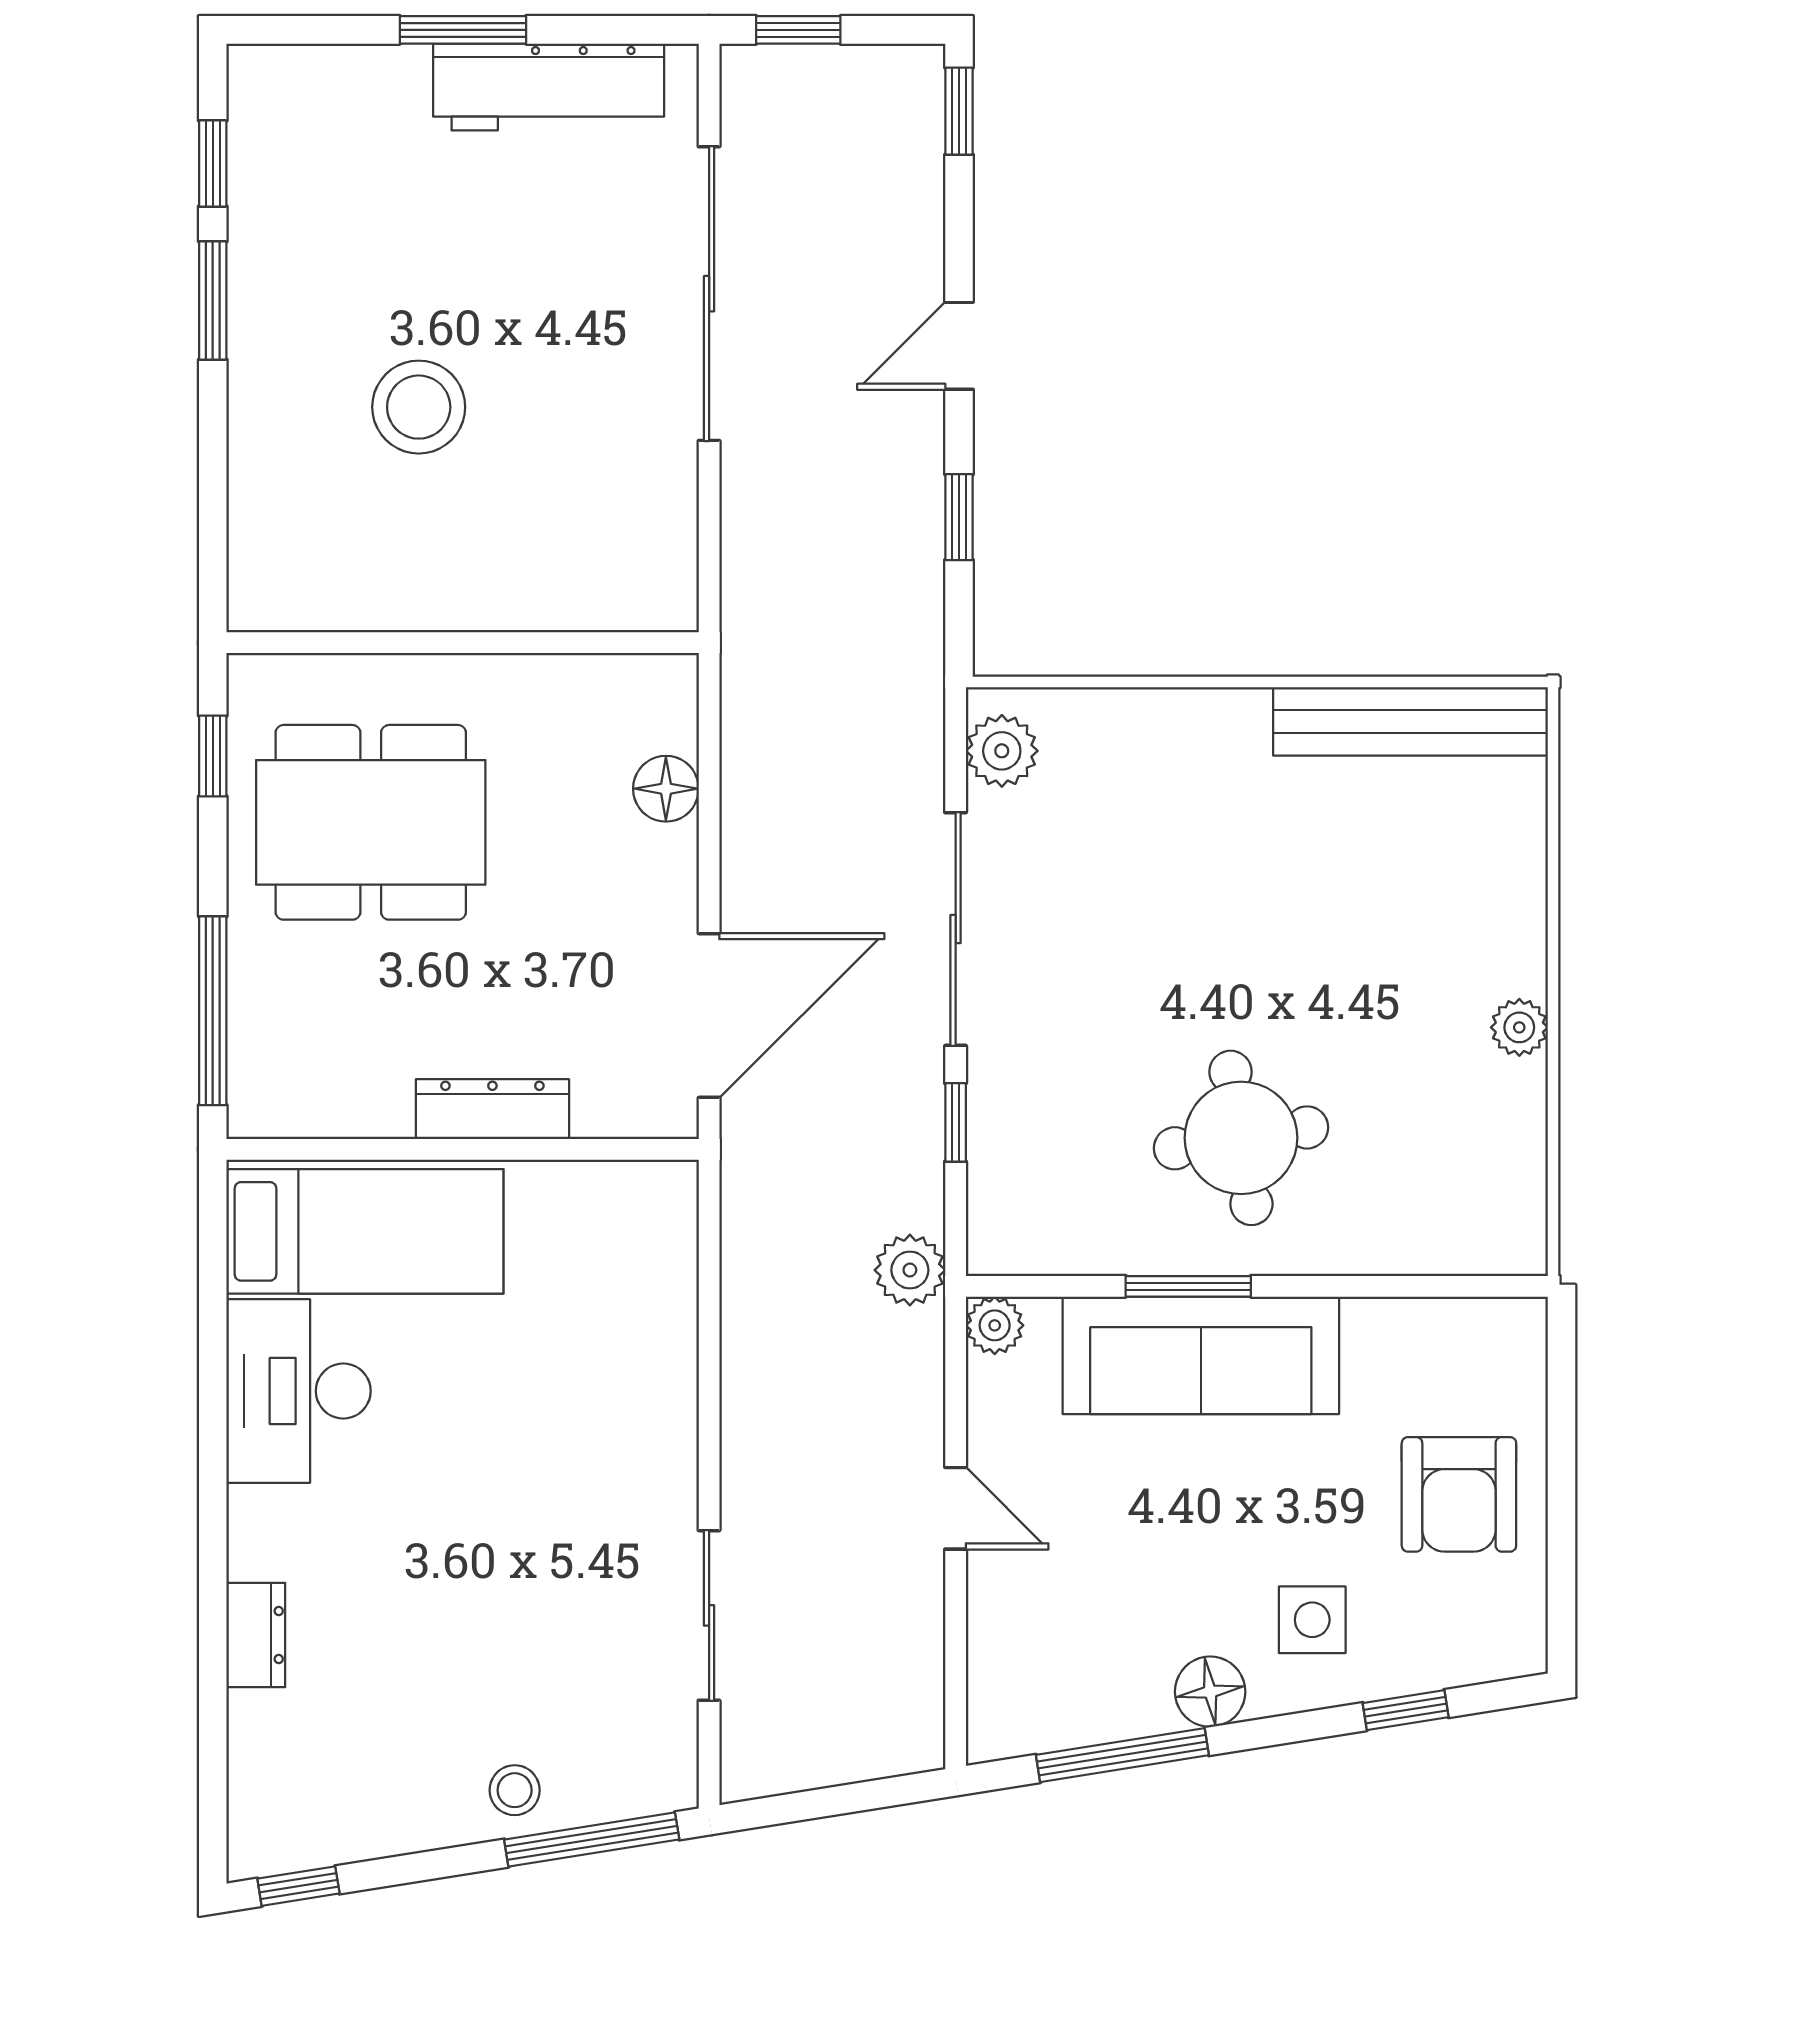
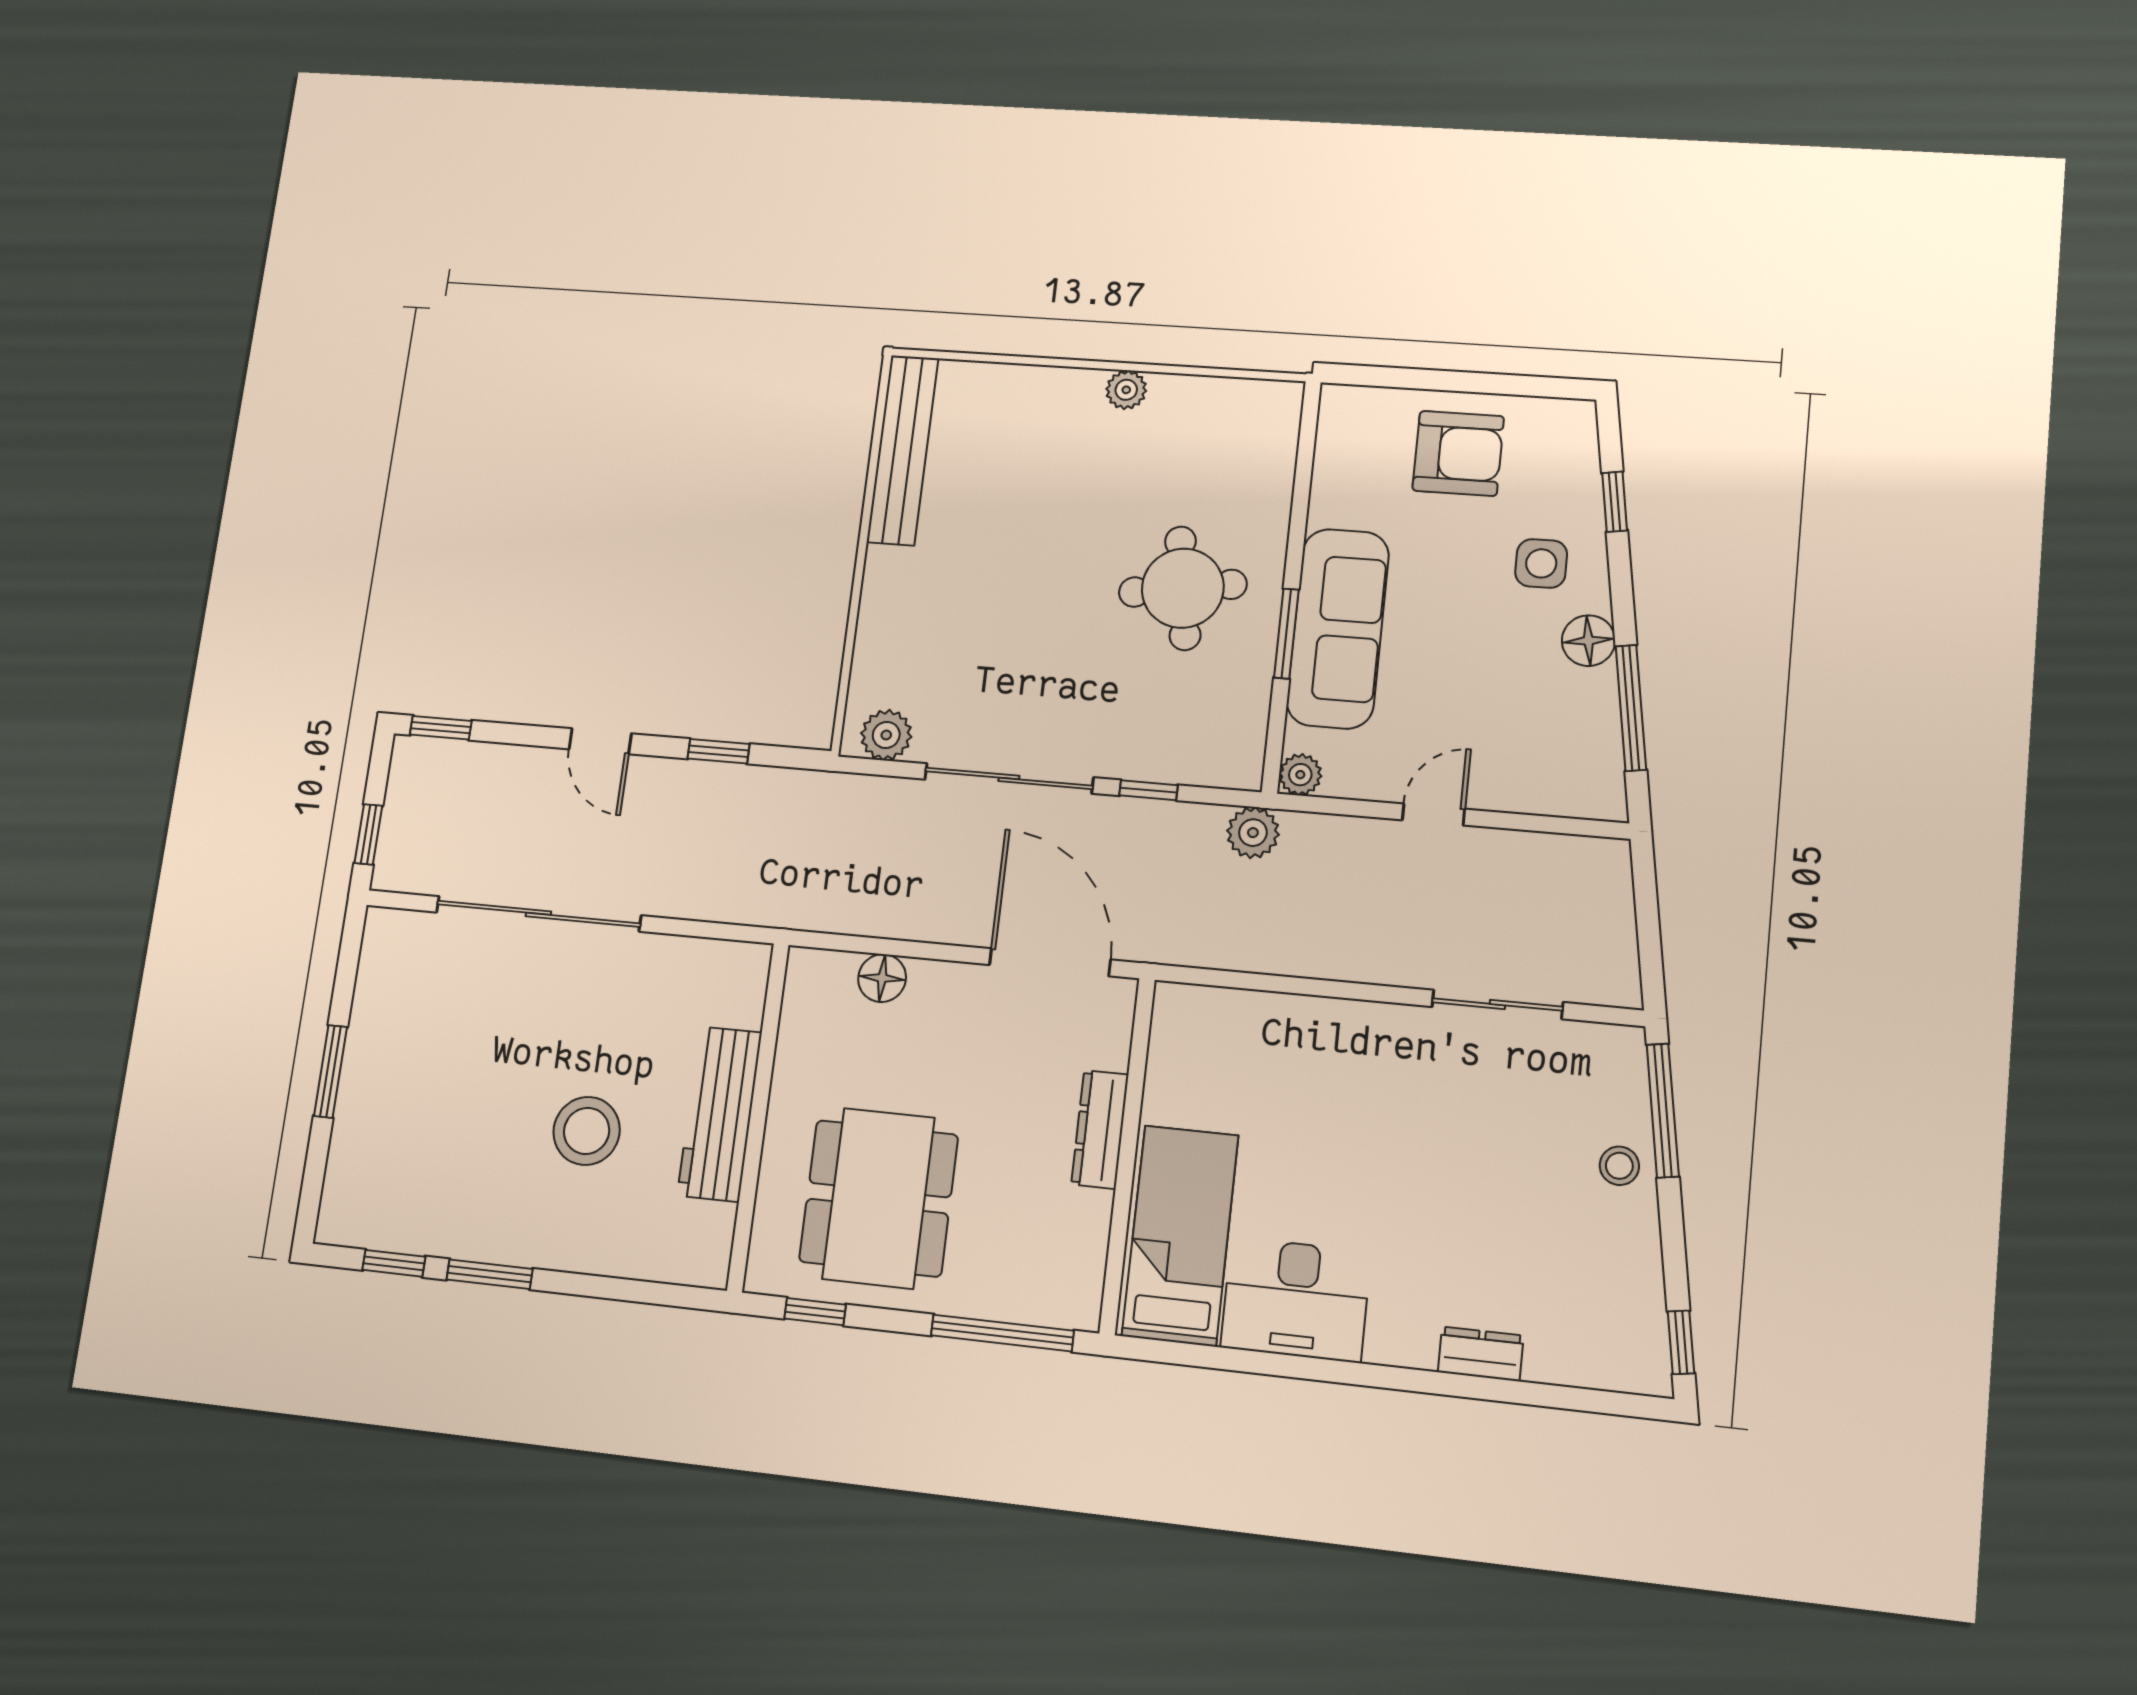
workbench: (549, 87) -> (720, 1114), moved, turned 180

